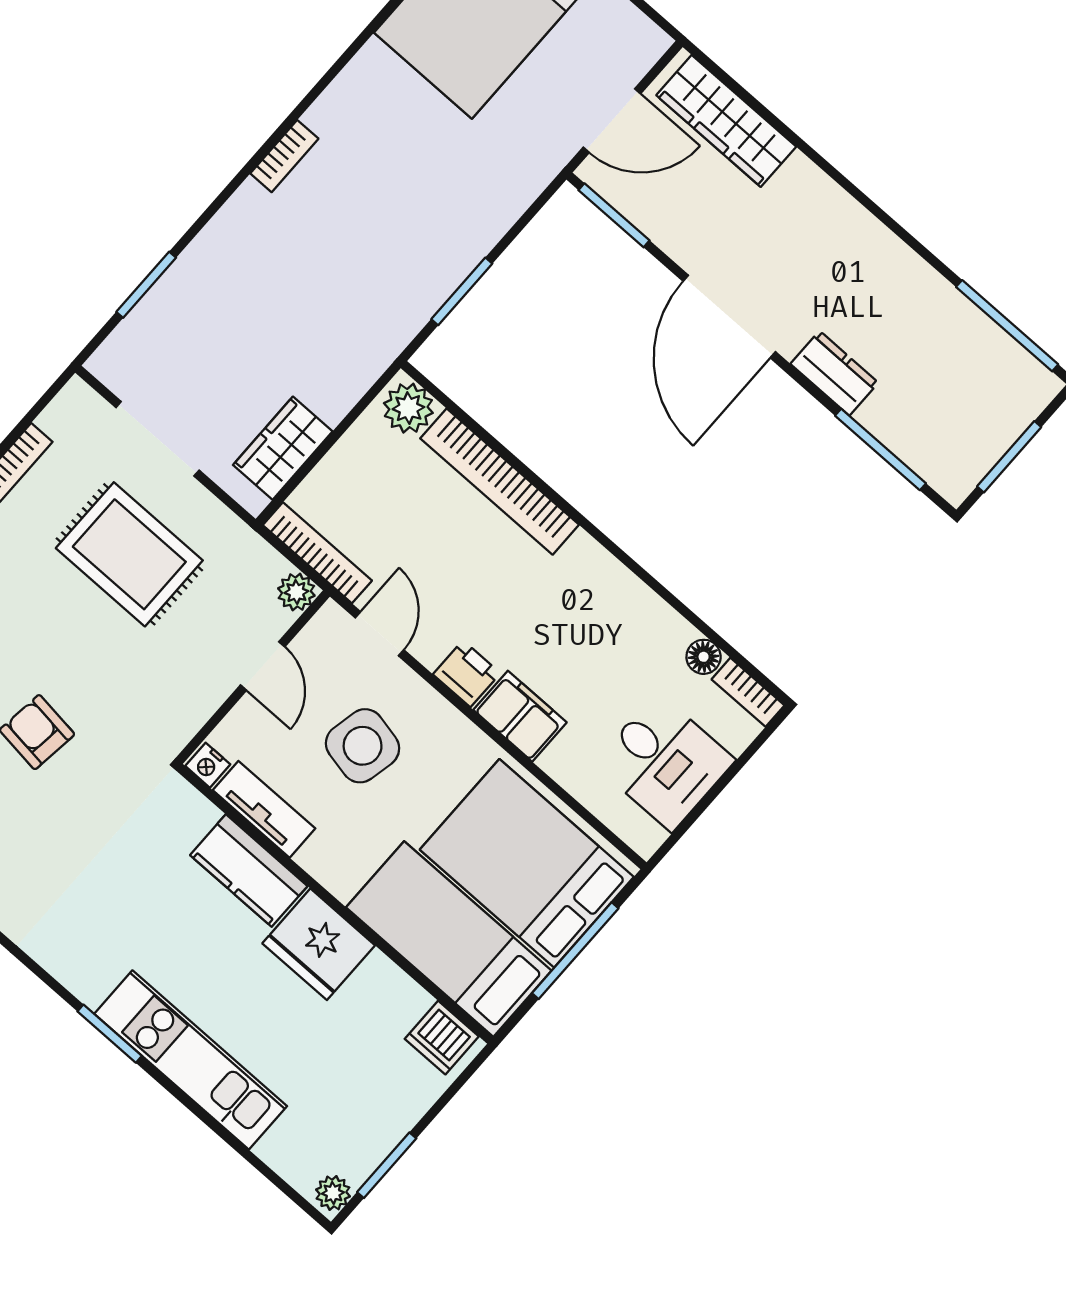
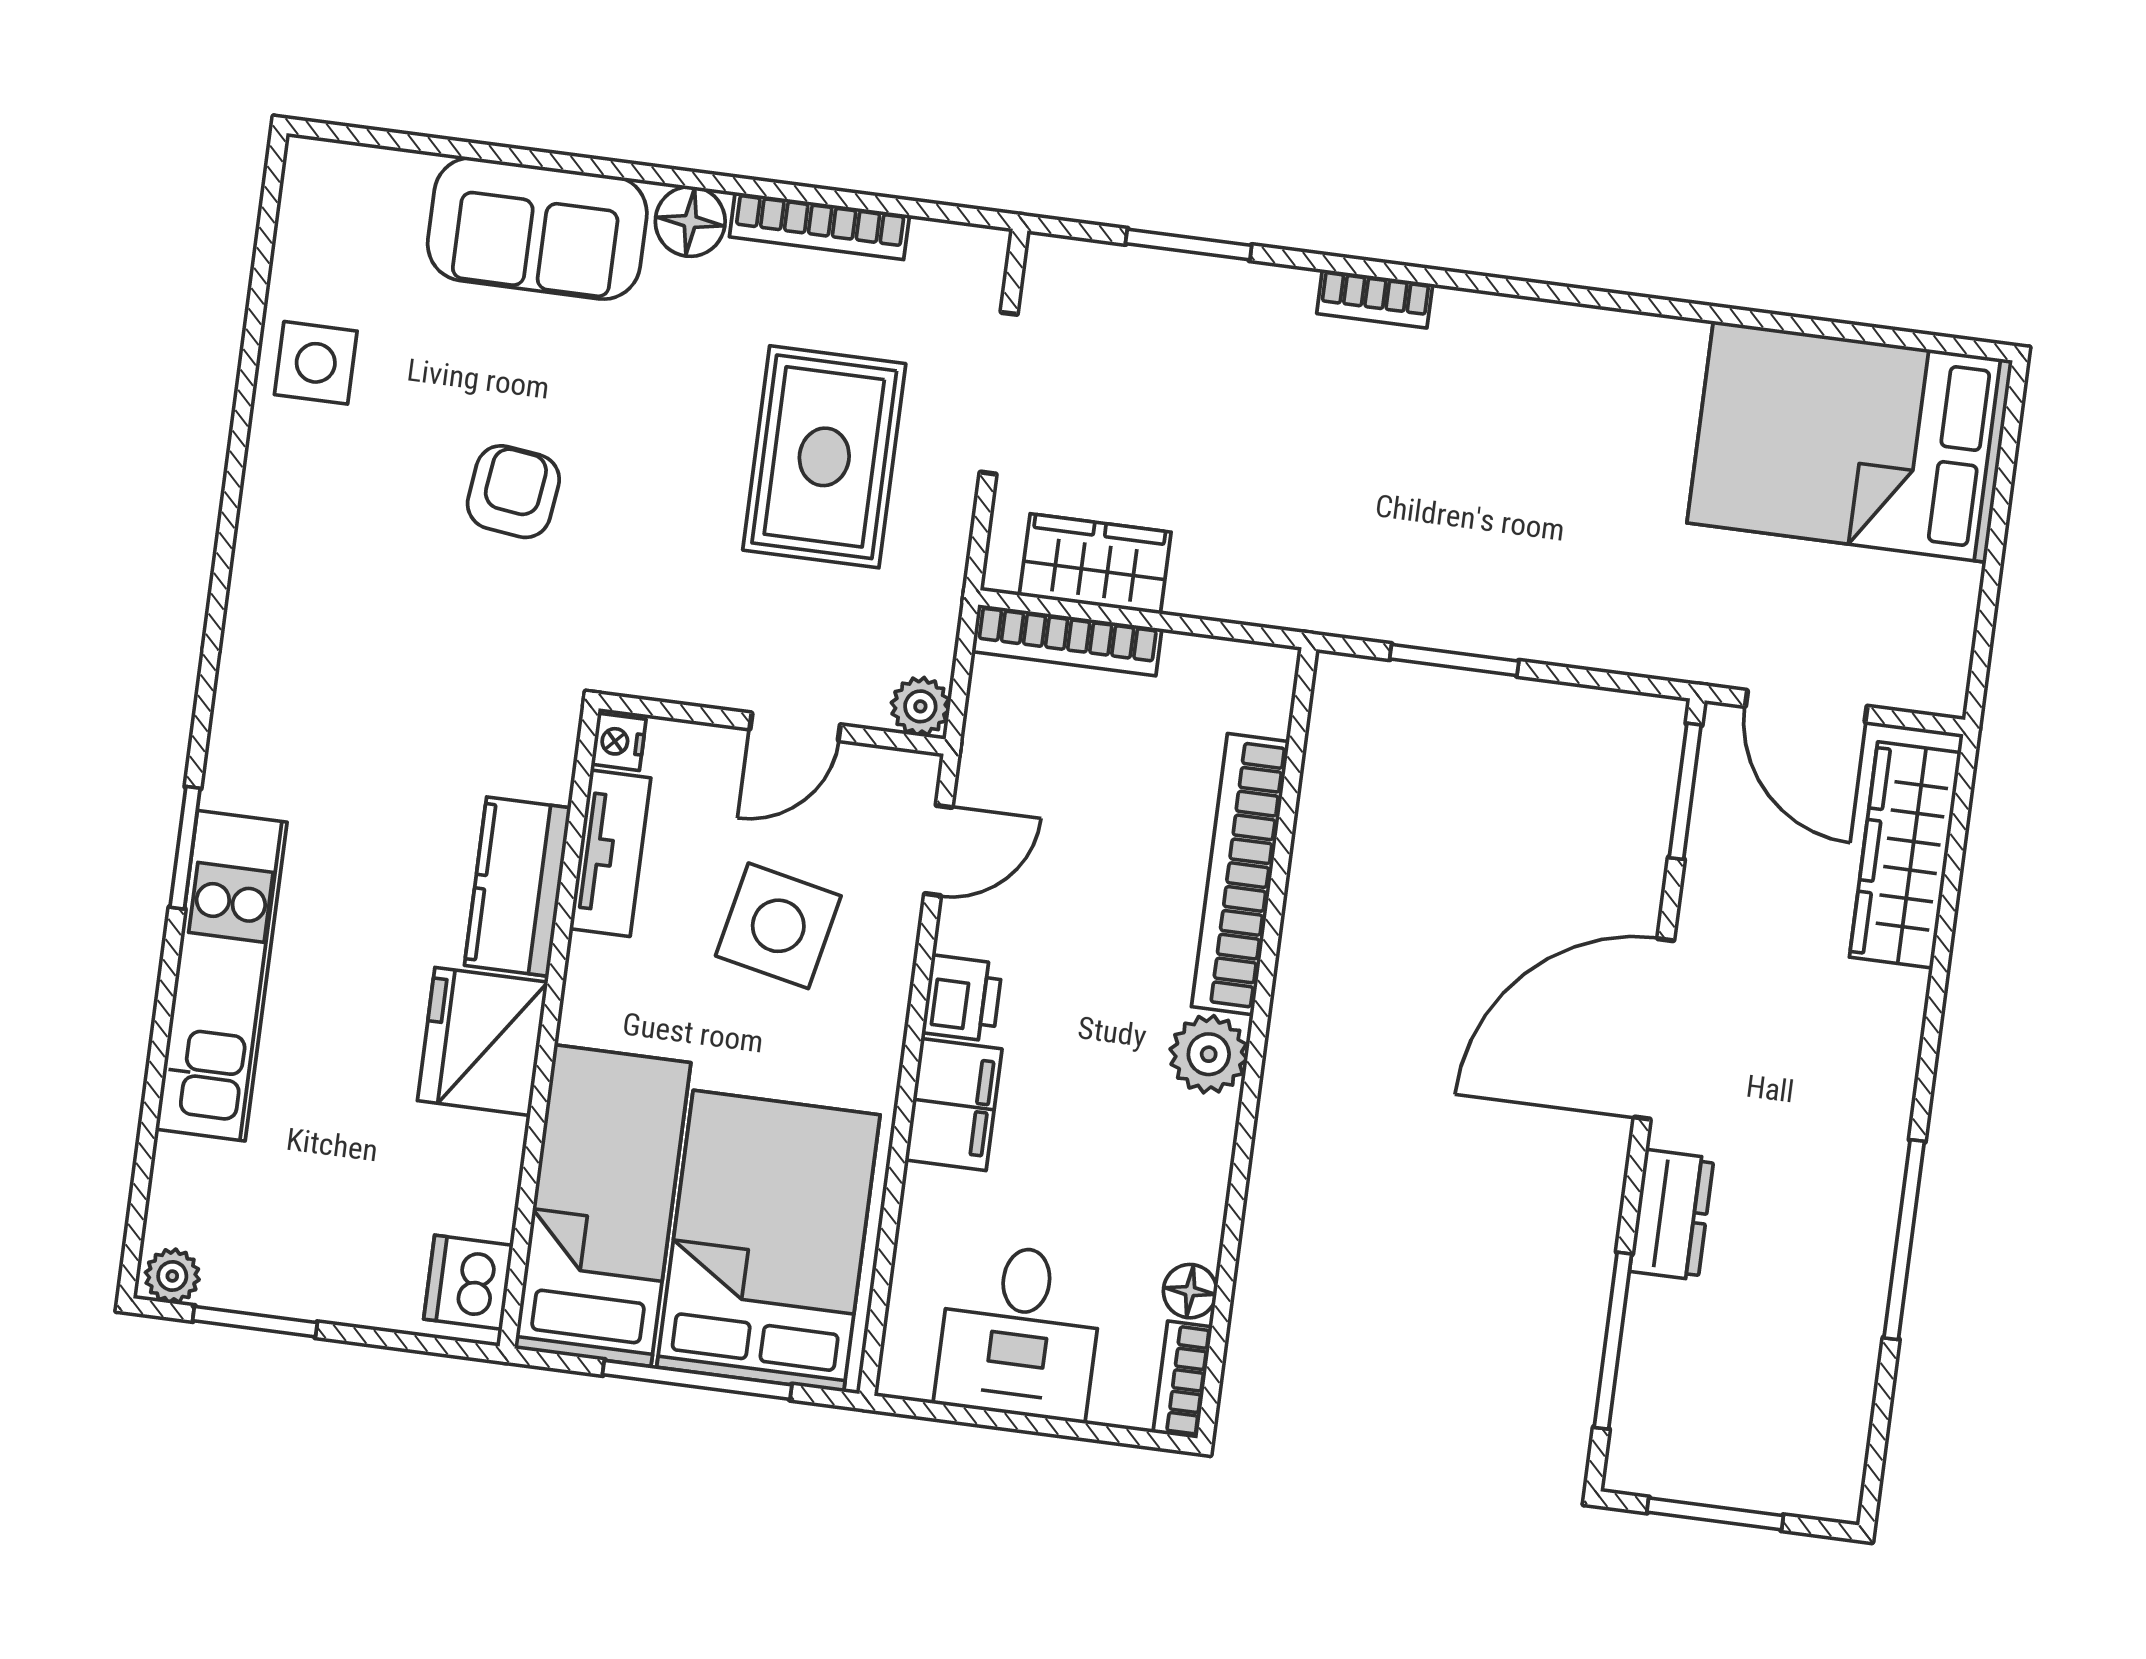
bookcase: (284, 156) -> (1375, 299), moved
window: (1007, 326) -> (1904, 1240), moved
plant: (408, 408) -> (1209, 1054), moved
bookcase: (317, 553) -> (1067, 640), moved, turned 90

